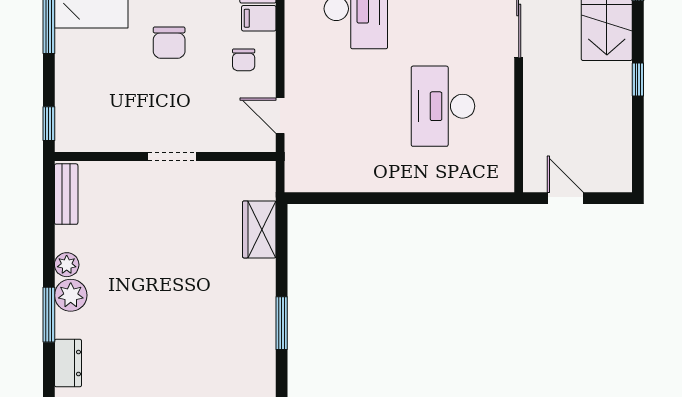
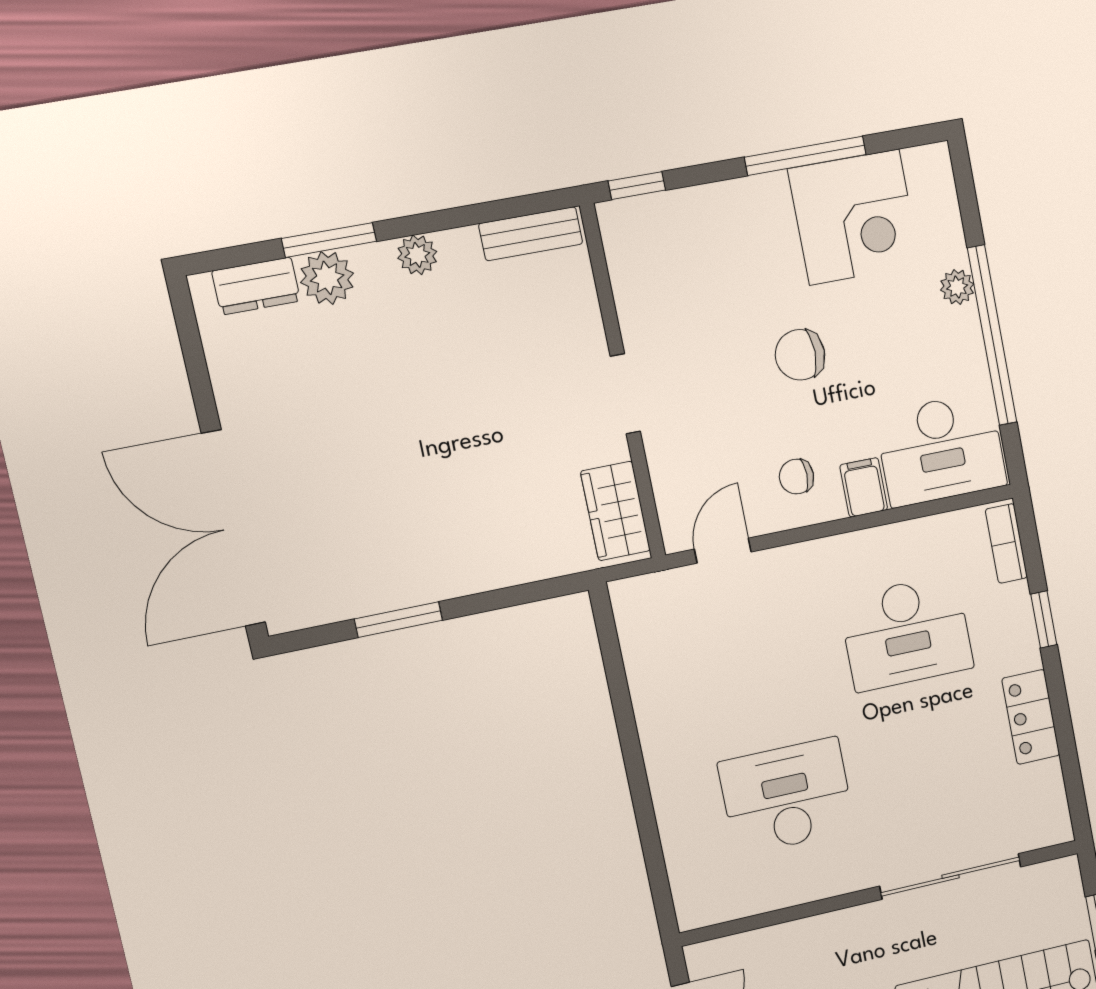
wardrobe: (259, 229) -> (615, 511), moved, turned -90
plant: (71, 295) -> (327, 278), moved

